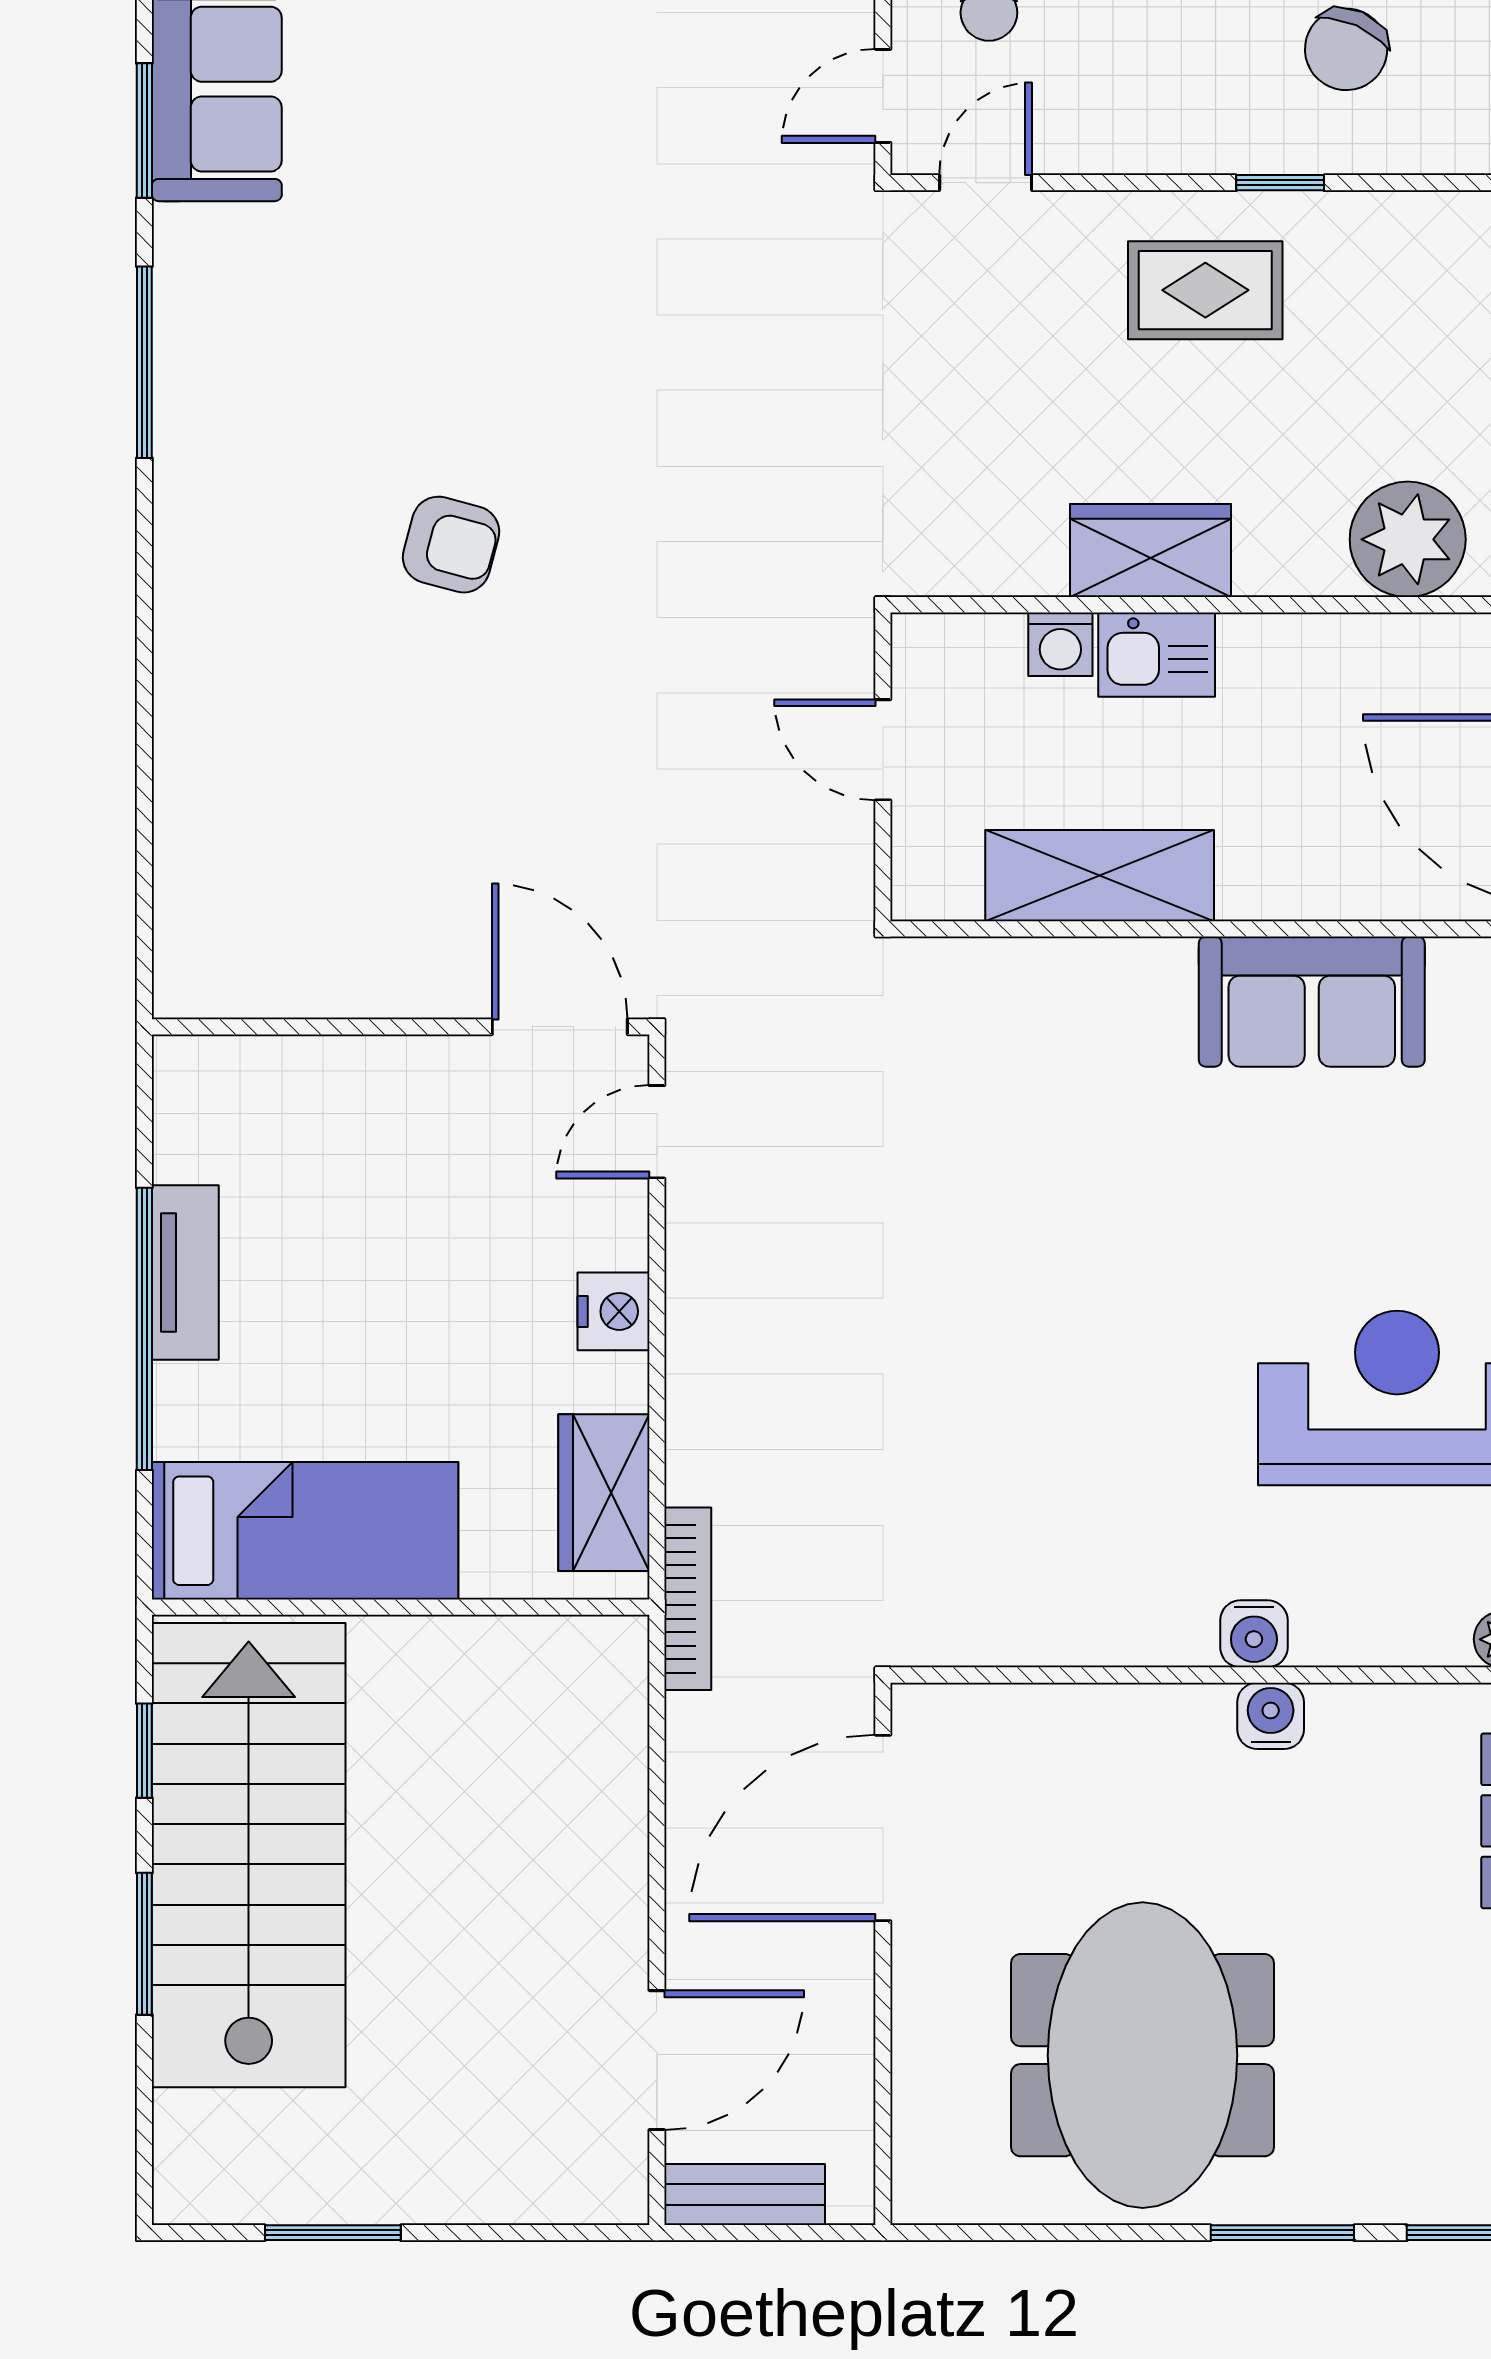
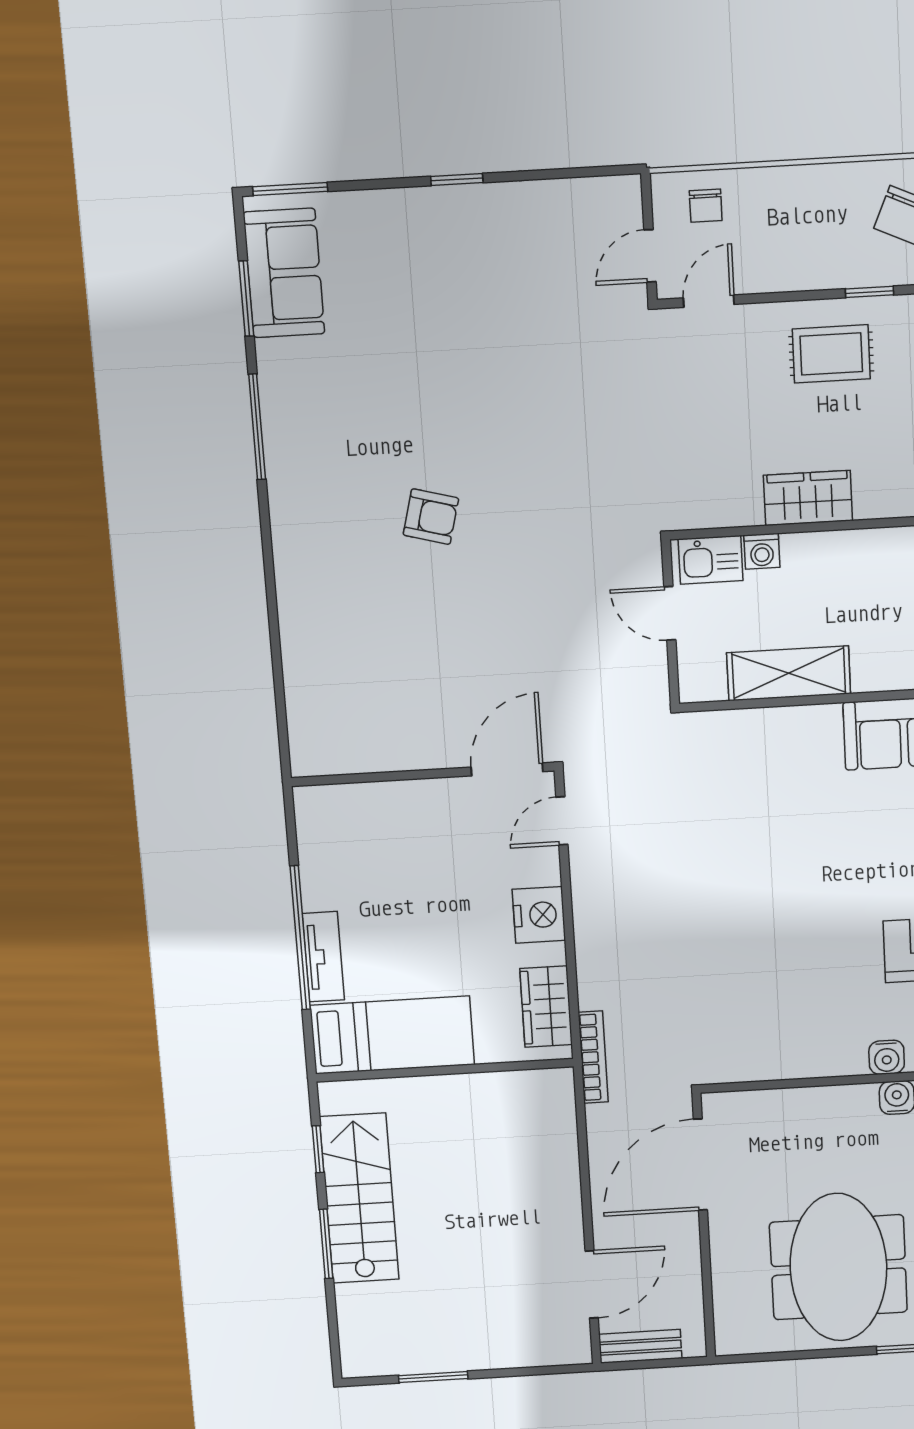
kitchen sink: (1157, 655) -> (711, 560), moved
door: (560, 1027) -> (507, 769), hinge flipped
tv unit: (185, 1273) -> (323, 957), moved
nightstand: (613, 1311) -> (539, 915), width x1.36, depth x1.33
stairs: (249, 1855) -> (359, 1198), width x0.73, depth x0.66

